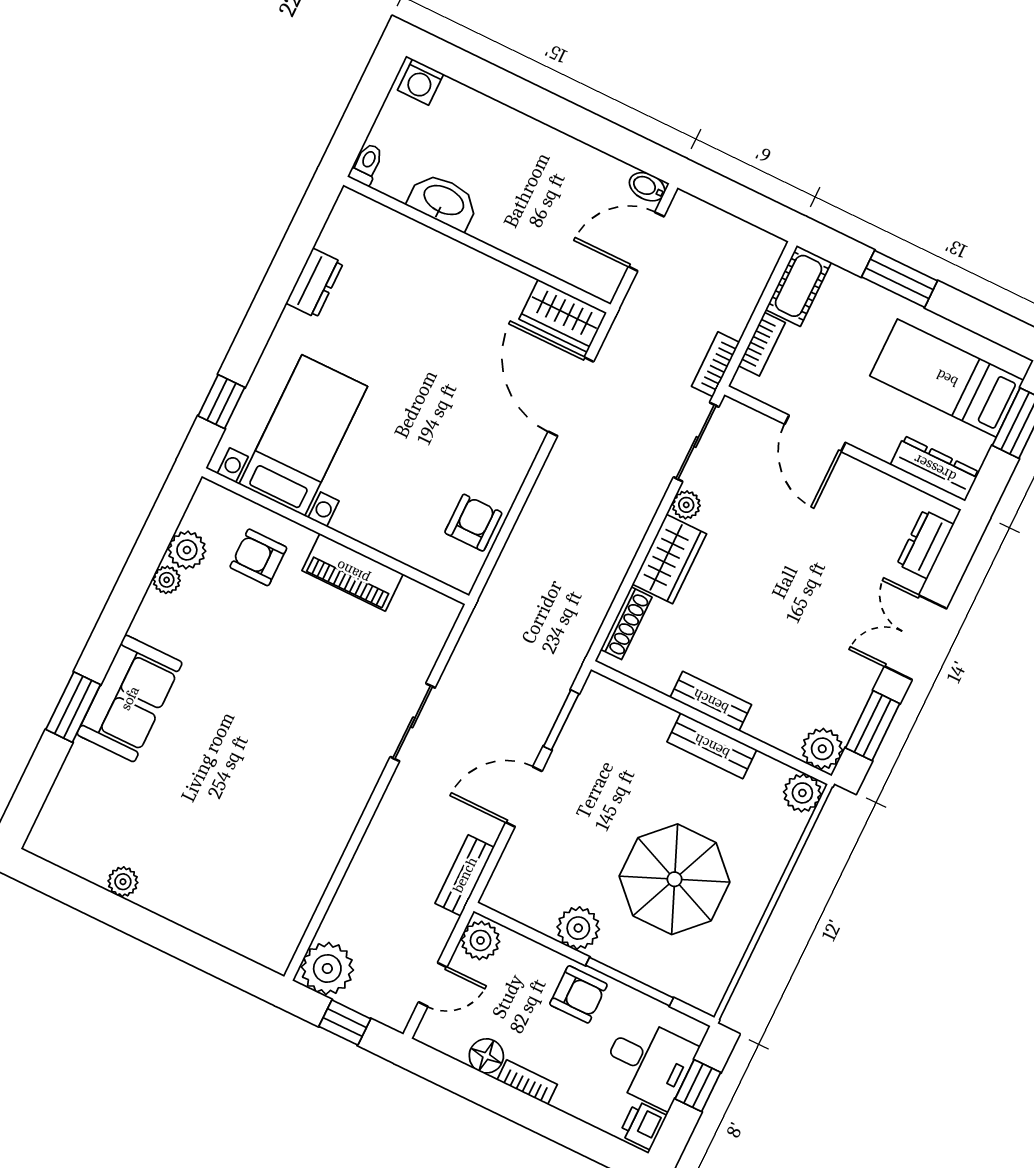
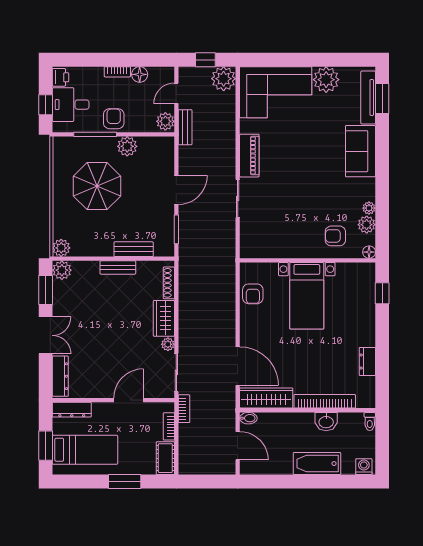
bathtub: (509, 132) -> (317, 464), added
bidet: (647, 187) -> (248, 418), moved
washbasin: (443, 201) -> (326, 422), width x0.72
door: (646, 242) -> (238, 446), hinge flipped
bookcase: (435, 246) -> (325, 401), added
wardrobe: (563, 316) -> (266, 398), width x1.50
door: (815, 433) -> (129, 400), hinge flipped
bed with nightstands: (303, 435) -> (307, 296), moved
floor lamp: (208, 494) -> (369, 252), added
dresser: (925, 544) -> (60, 376), width x1.44
armchair: (258, 557) -> (335, 236), turned 180
piano: (353, 572) -> (249, 156), moved, turned 90
window: (73, 707) -> (382, 98), moved
bench: (712, 746) -> (134, 249), moved
tv unit: (64, 795) -> (368, 97), added
bench: (465, 875) -> (185, 127), moved
plant: (123, 882) -> (326, 80), width x1.88, depth x1.88
corner sofa: (239, 893) -> (276, 92), added
armchair: (578, 994) -> (114, 119), turned 90

